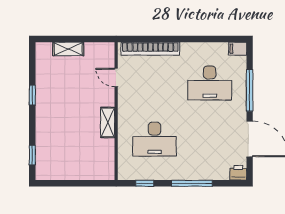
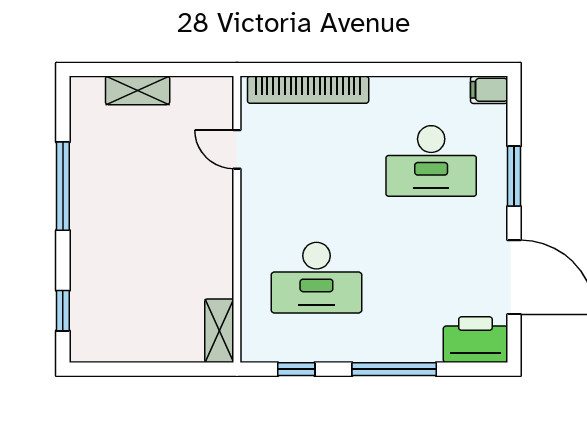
window: (250, 90) -> (514, 176), width x0.69
window: (32, 95) -> (63, 186), width x2.17
shelving: (108, 122) -> (219, 331), moved
printer: (238, 173) -> (475, 340), width x1.87, depth x1.48

